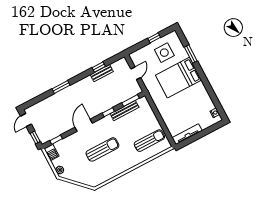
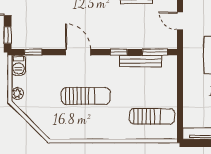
door: (136, 73) -> (180, 21), swing flipped
door: (84, 125) -> (78, 52), hinge flipped

